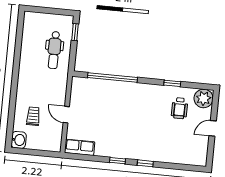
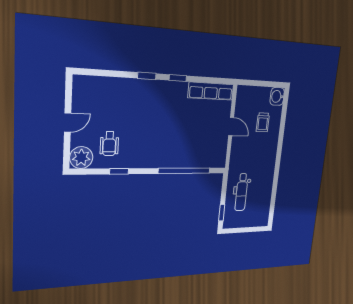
dental chair: (54, 50) -> (241, 192), turned 180
wheelchair: (180, 108) -> (109, 144), turned 180
row of seats: (80, 147) -> (211, 91), width x1.48

